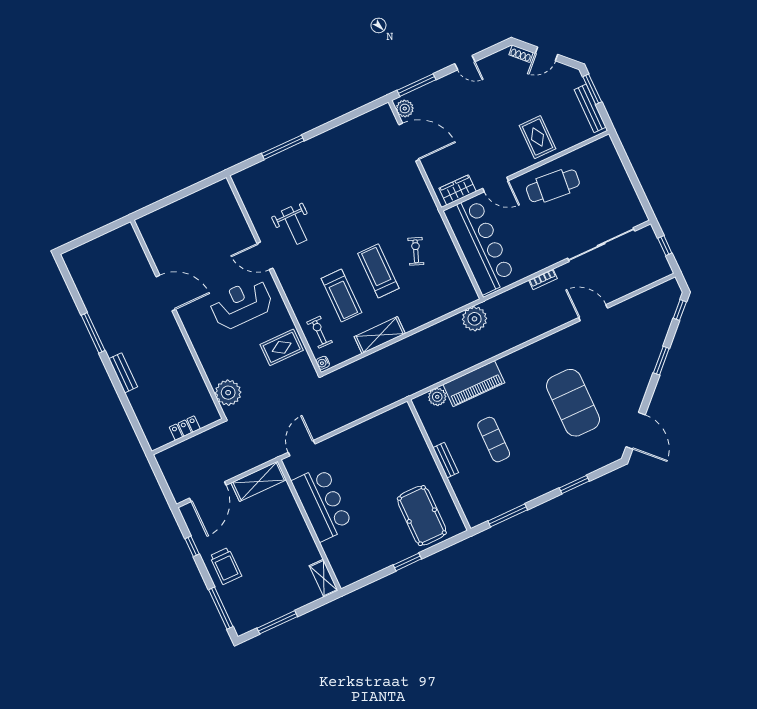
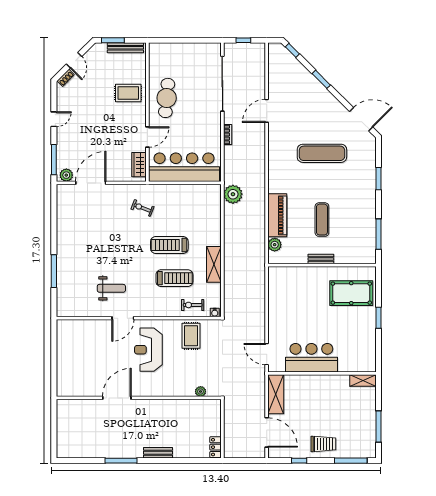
exercise bike: (416, 251) -> (142, 208), moved
plant: (228, 393) -> (201, 392), width x0.53, depth x0.53
exercise mat: (573, 403) -> (322, 153), width x0.68
locker: (185, 428) -> (216, 447), moved
exercise mat: (494, 440) -> (322, 220), turned 90

